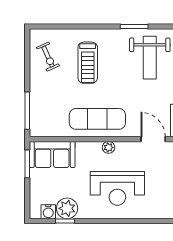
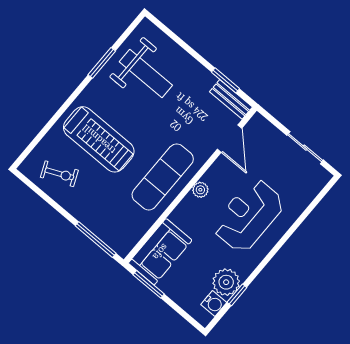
treadmill: (88, 63) -> (99, 139), width x1.37, depth x1.38
door: (153, 139) -> (230, 139), swing flipped
reception desk: (117, 188) -> (248, 215), turned 180

